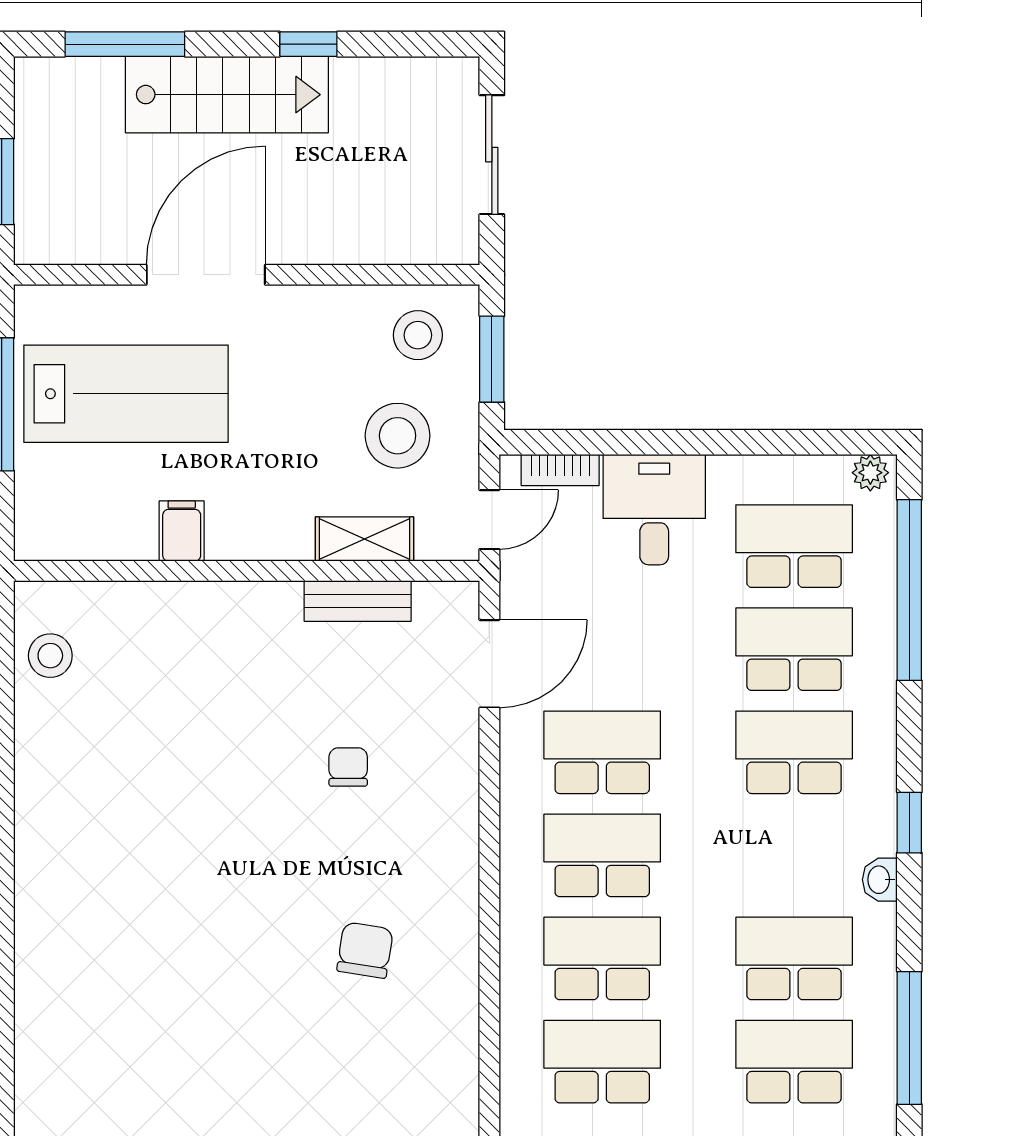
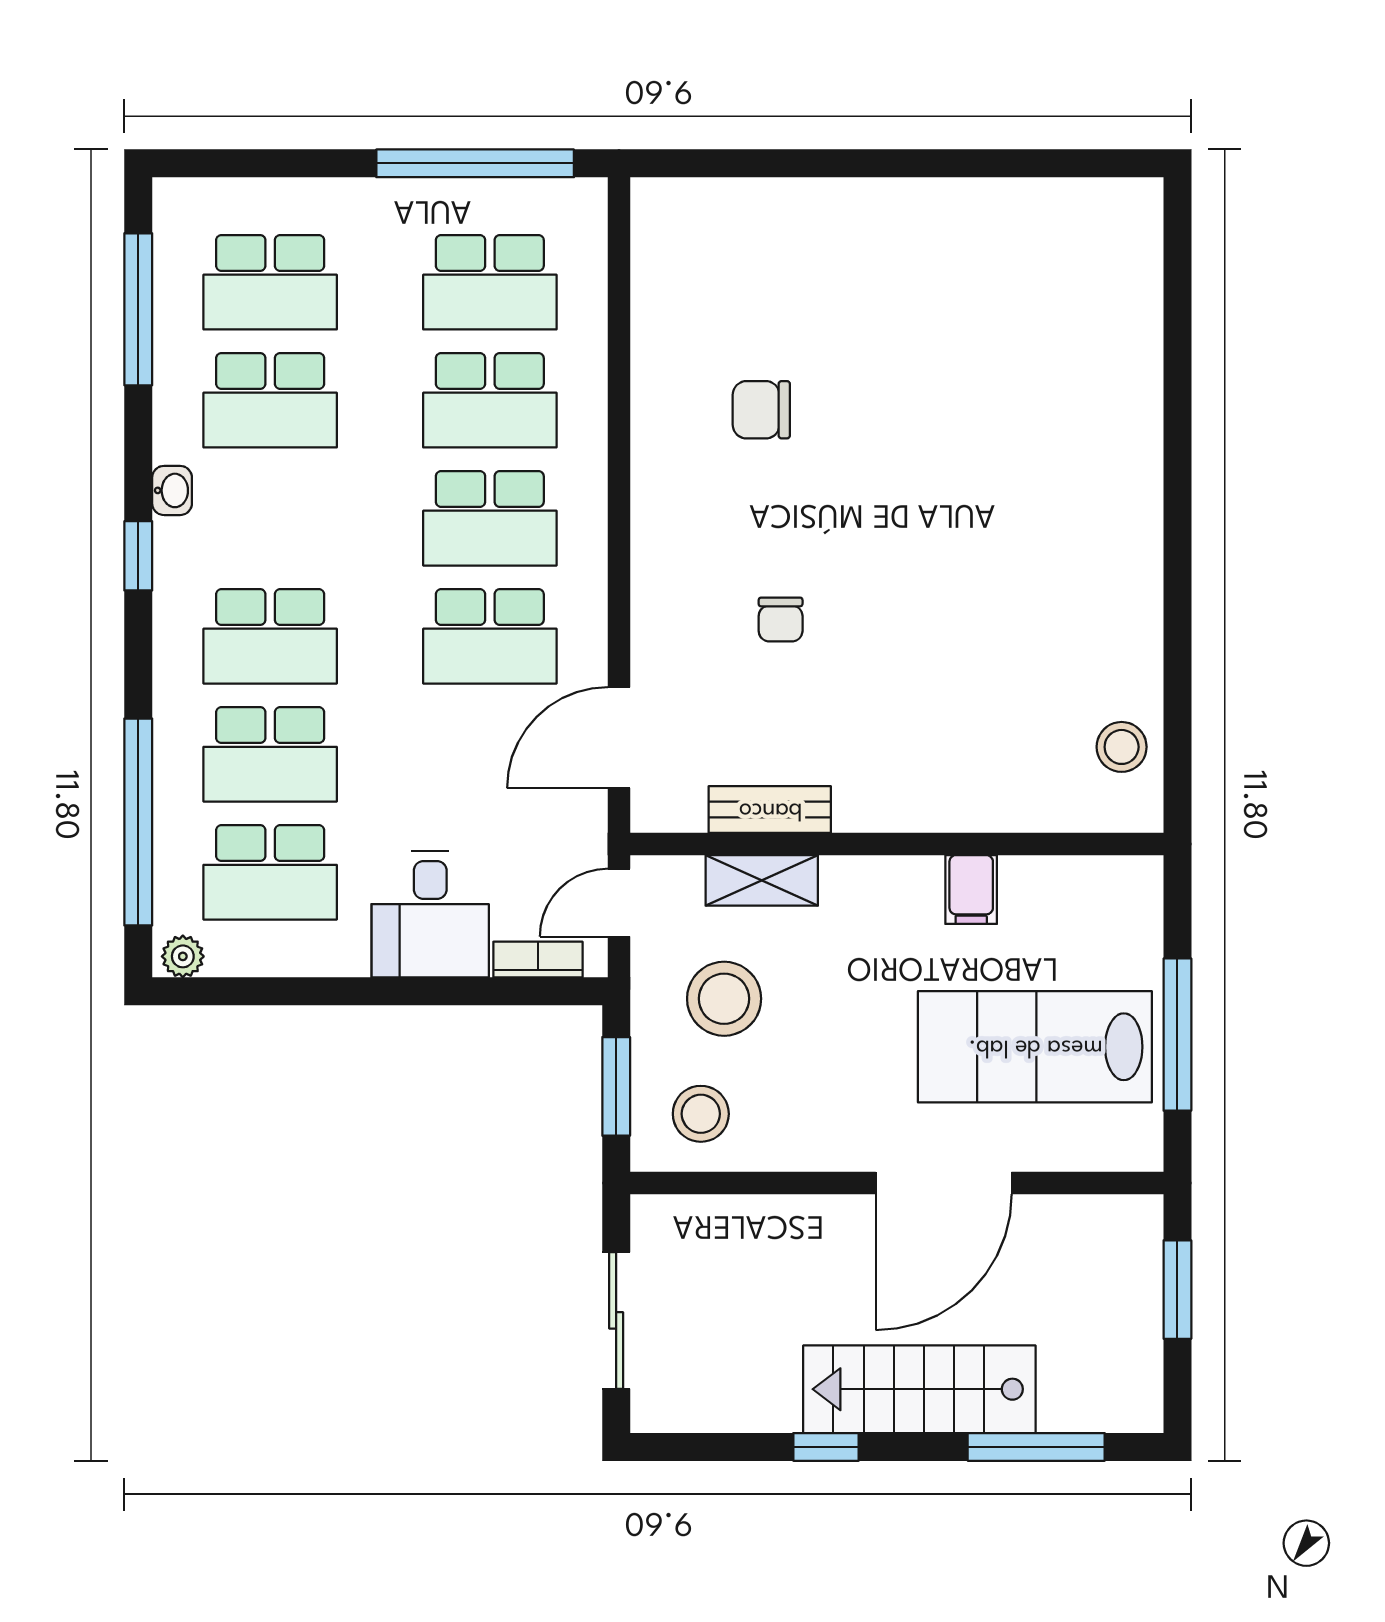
chair: (365, 950) -> (761, 410), turned 81

